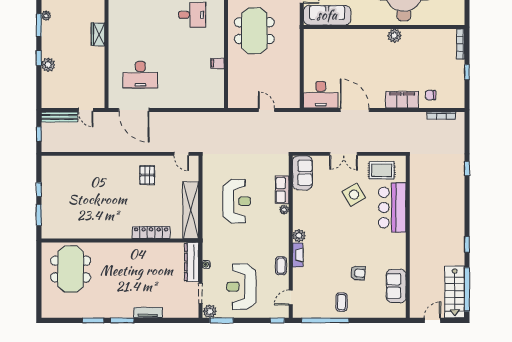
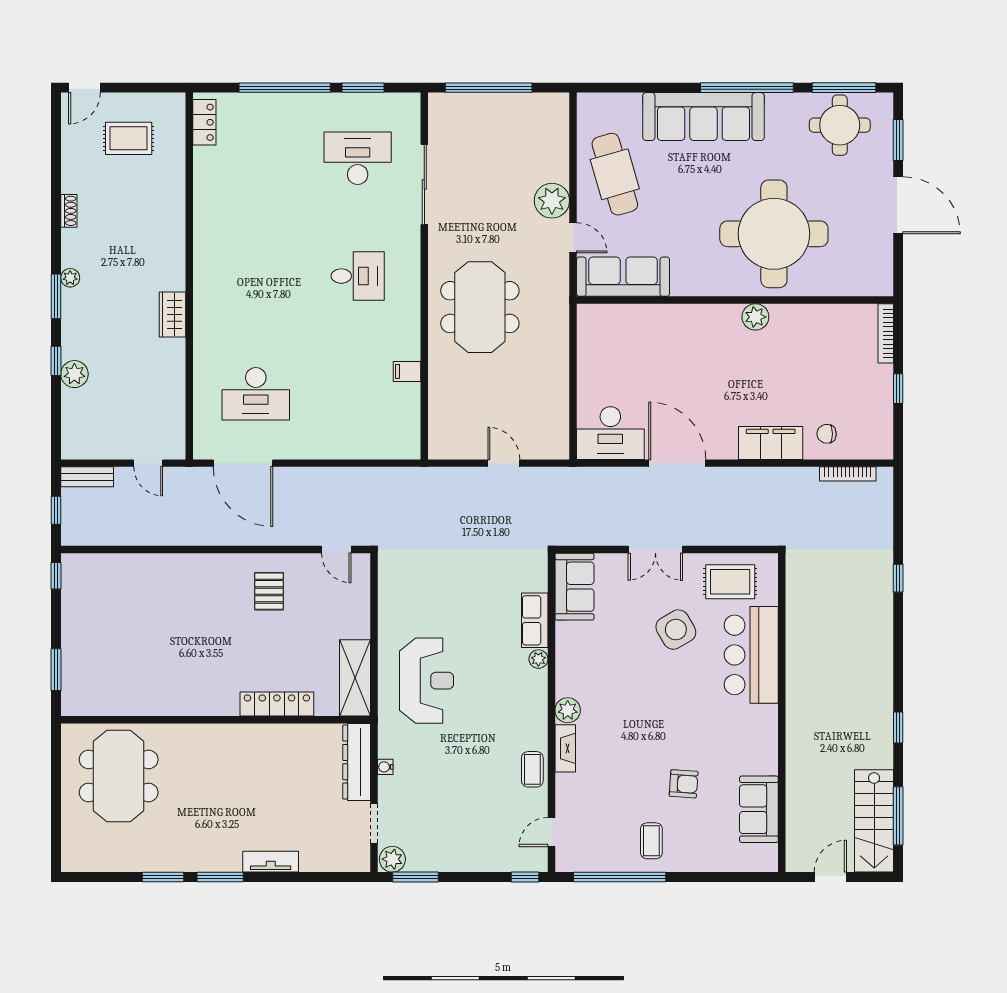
bench: (59, 117) -> (87, 477), width x0.73
window: (39, 190) -> (56, 576), moved
reception desk: (237, 201) -> (426, 681), moved
shelving: (191, 210) -> (355, 678), width x0.68
reception desk: (241, 287) -> (454, 810), removed
window: (467, 289) -> (898, 816), width x0.68

